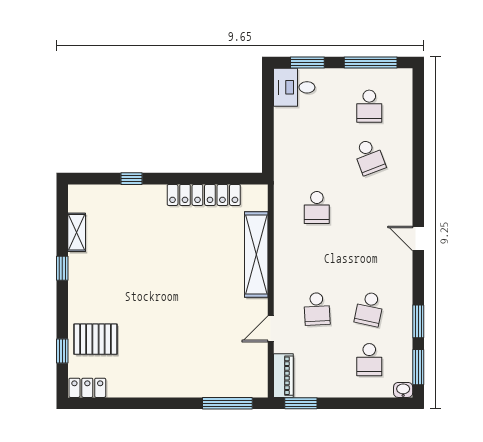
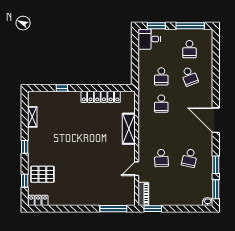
door: (418, 238) -> (216, 120), width x1.88
shelving: (256, 254) -> (129, 129), width x0.68
window: (62, 268) -> (25, 147), moved
school desk: (369, 360) -> (161, 76), moved

